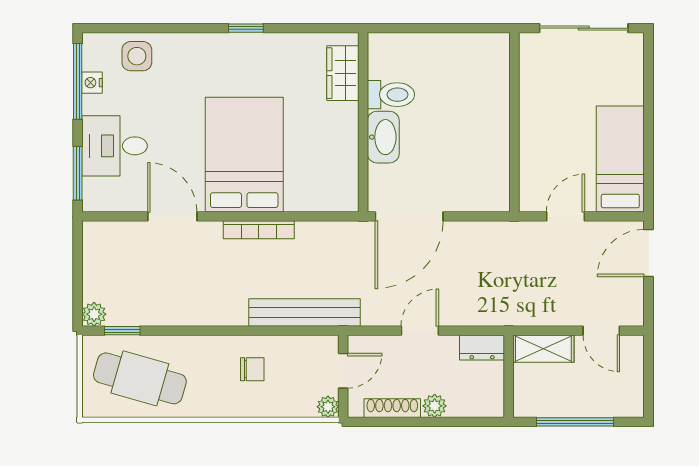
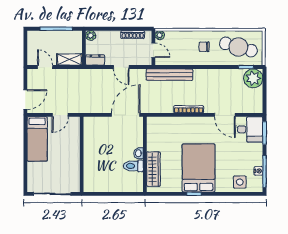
wardrobe: (343, 73) -> (153, 169), width x1.50
washbasin: (383, 137) -> (139, 153), width x0.52, depth x0.69
desk: (115, 146) -> (249, 129), moved
bed: (244, 155) -> (199, 168), moved, turned 180
plant: (94, 314) -> (253, 78), width x1.87, depth x1.87
door: (420, 331) -> (121, 67), hinge flipped
chair: (252, 369) -> (204, 47), moved
door: (343, 371) -> (153, 50), swing flipped
plant: (435, 406) -> (91, 35), moved

